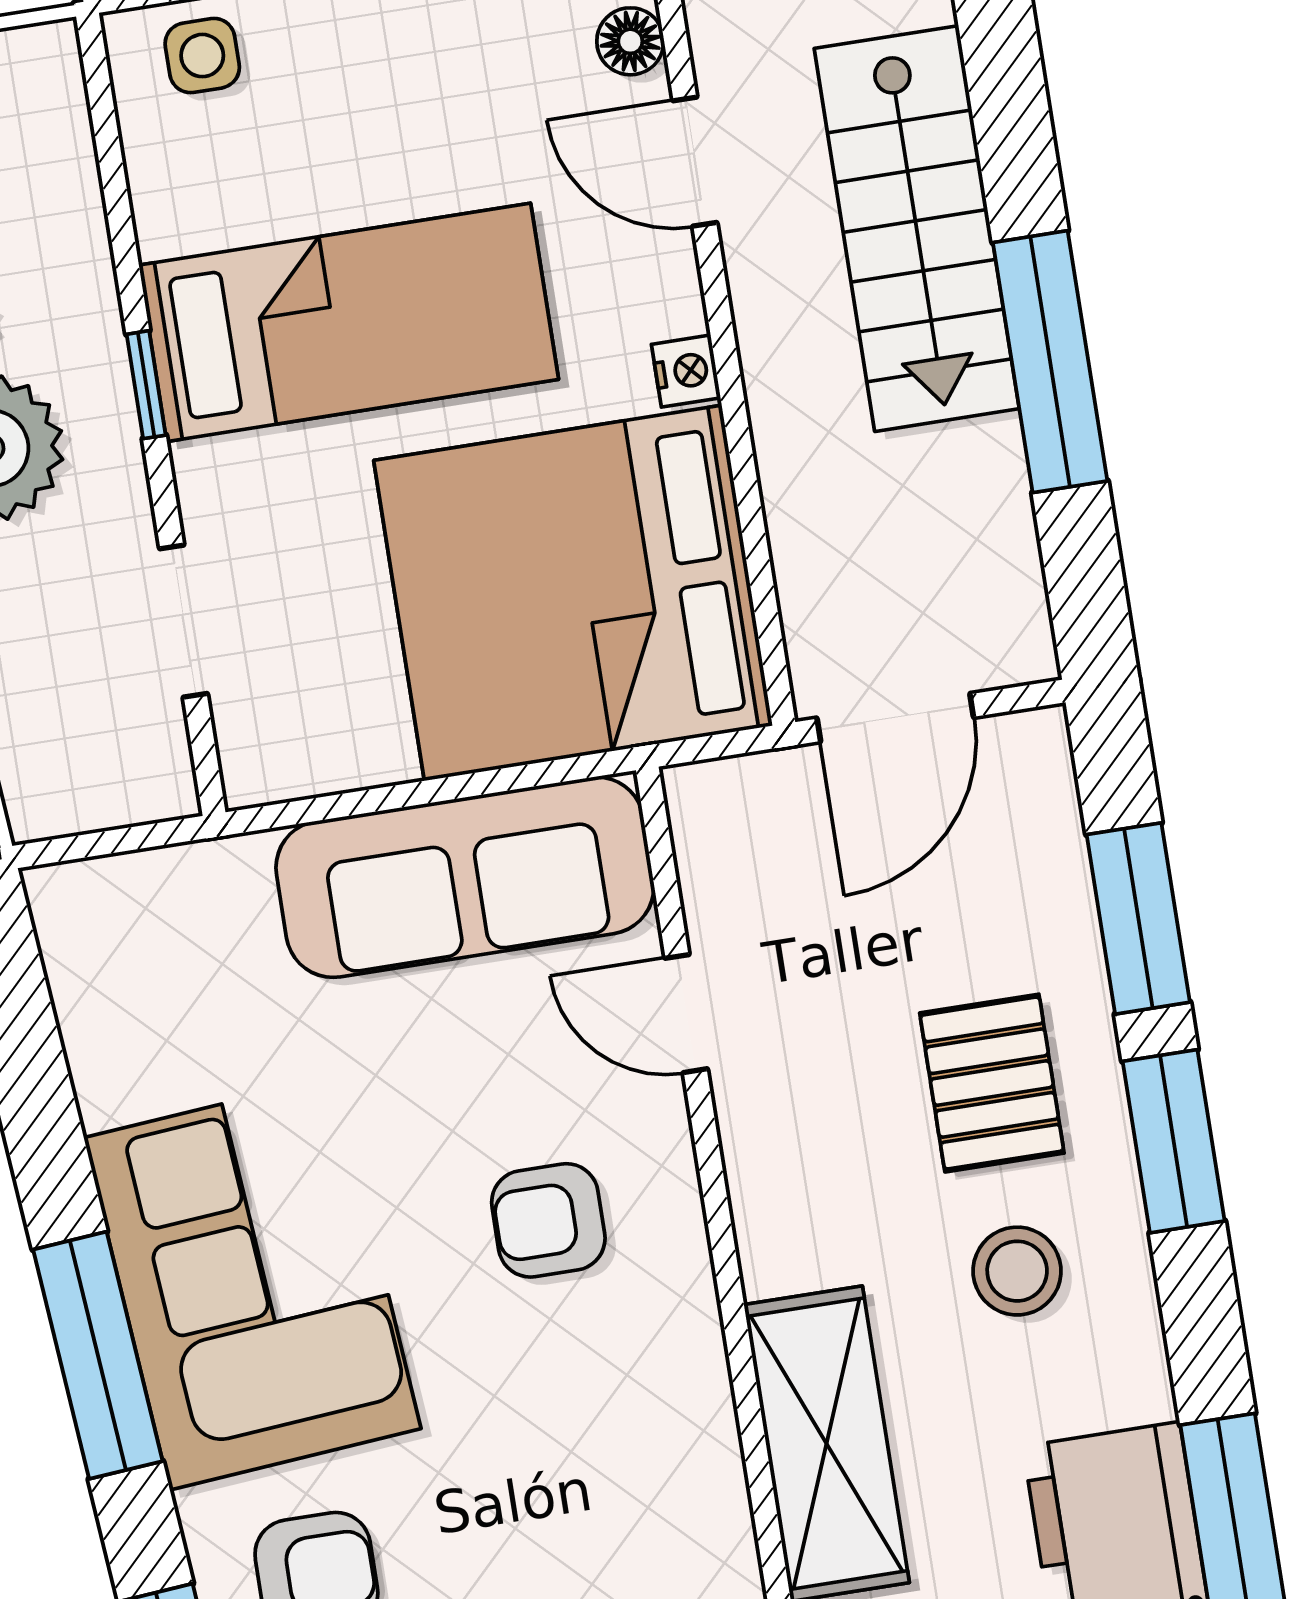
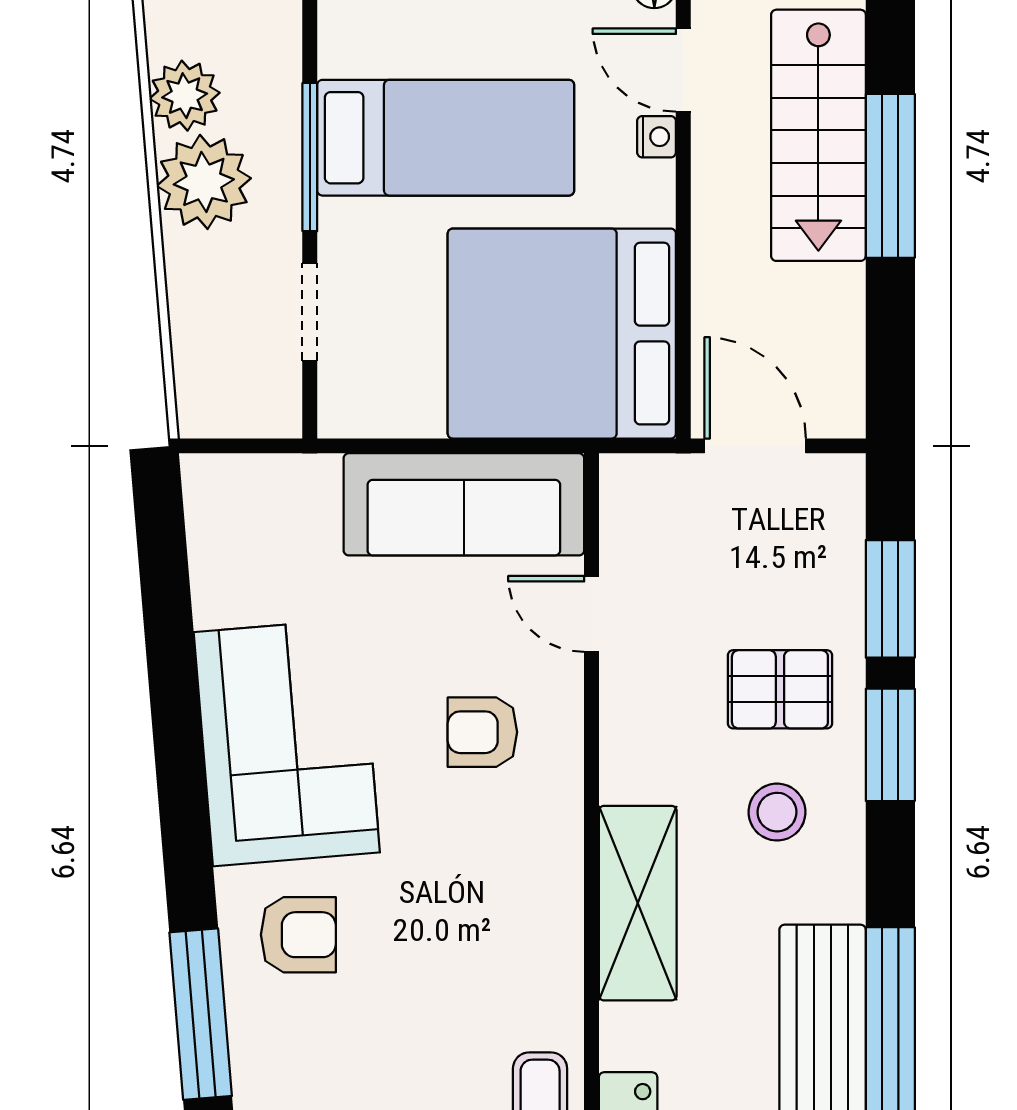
window: (1050, 362) -> (890, 176), moved
nightstand: (686, 371) -> (657, 137), moved
window: (146, 385) -> (310, 157), width x2.17
door: (895, 718) -> (755, 446), swing flipped
pallet: (992, 1083) -> (780, 689), turned 90
window: (98, 1355) -> (181, 773), removed

